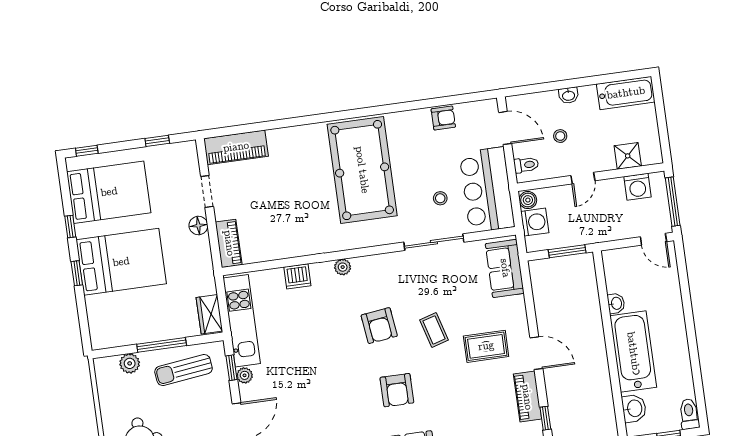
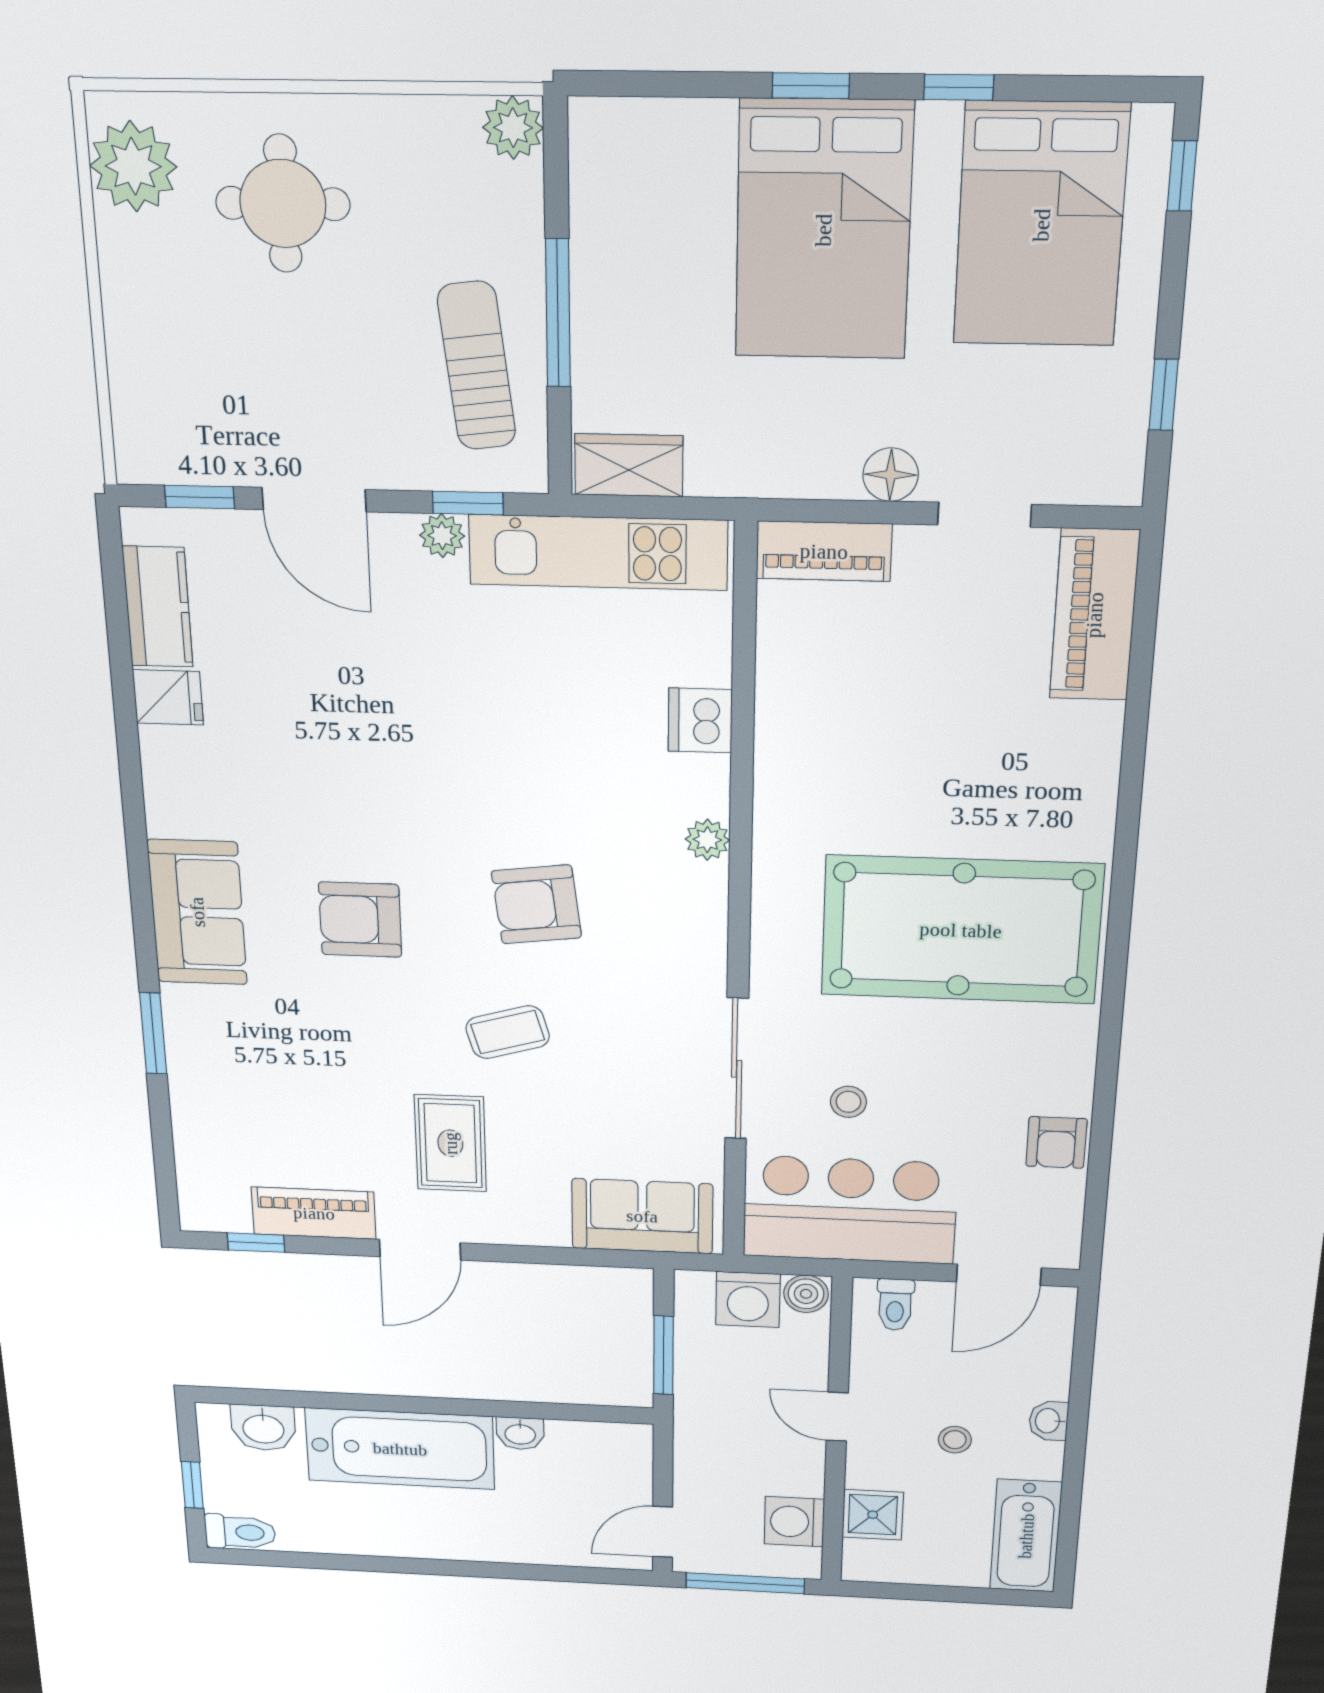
stool: (560, 136) -> (955, 1440), moved
plant: (130, 363) -> (513, 128), moved

